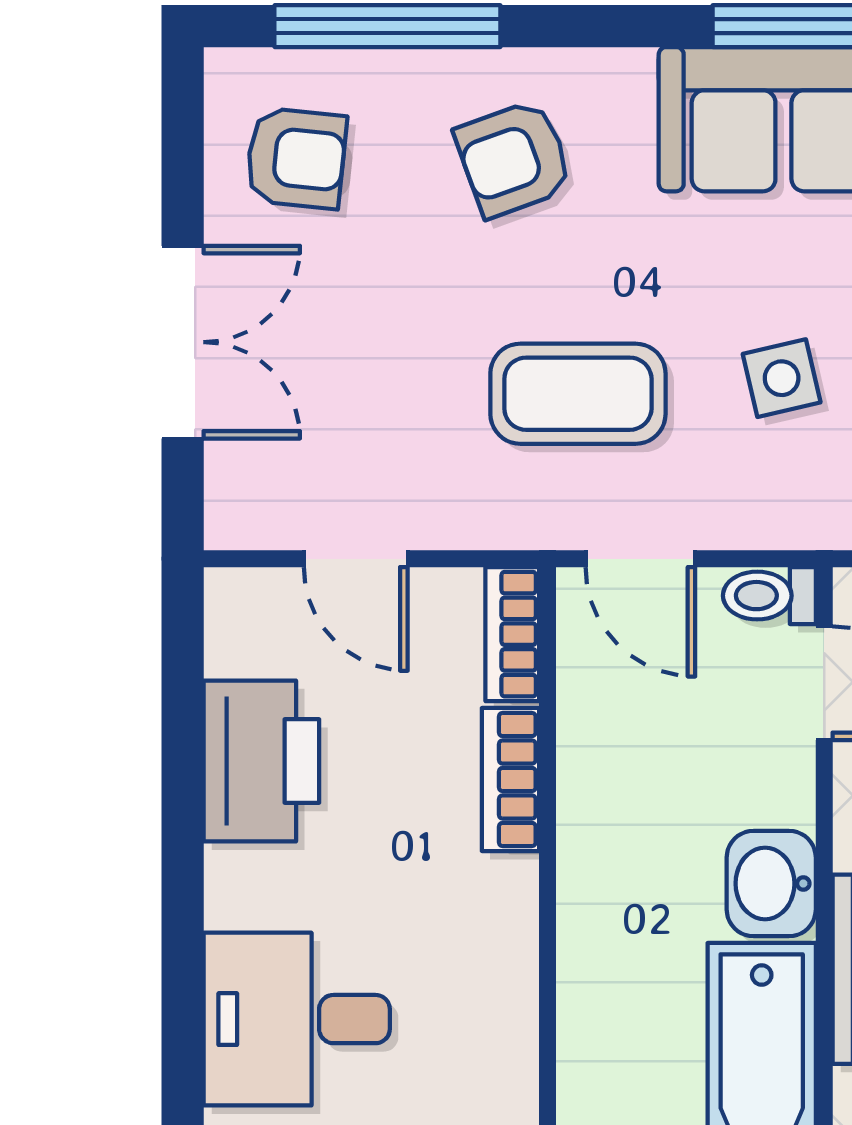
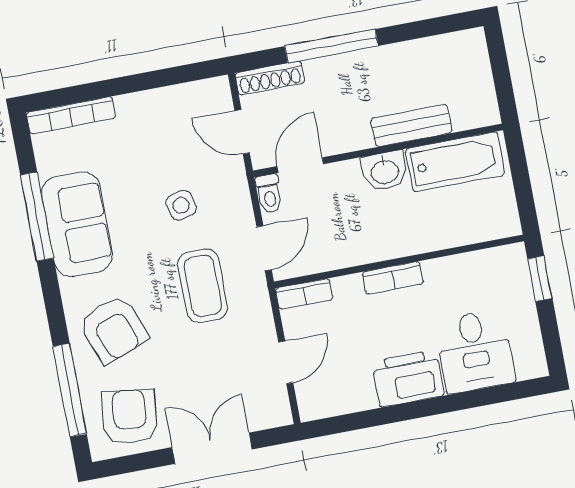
armchair: (296, 158) -> (130, 417), width x1.38, depth x1.38
armchair: (514, 159) -> (113, 329), width x1.38, depth x1.38
printer: (261, 761) -> (408, 379), moved
bookcase: (510, 779) -> (393, 278), moved

